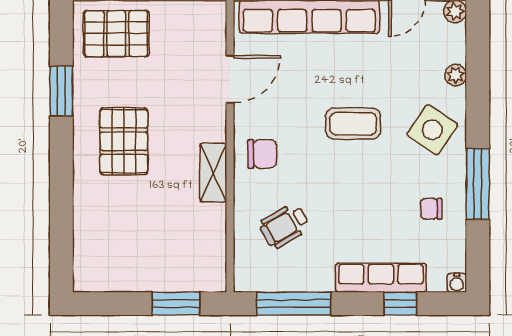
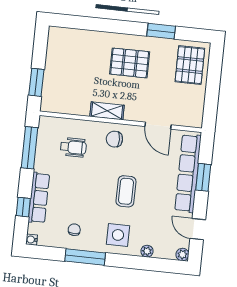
side table: (432, 130) -> (118, 235), turned -34
chair: (262, 154) -> (114, 139), turned 90
wheelchair: (285, 226) -> (73, 147), turned 120

